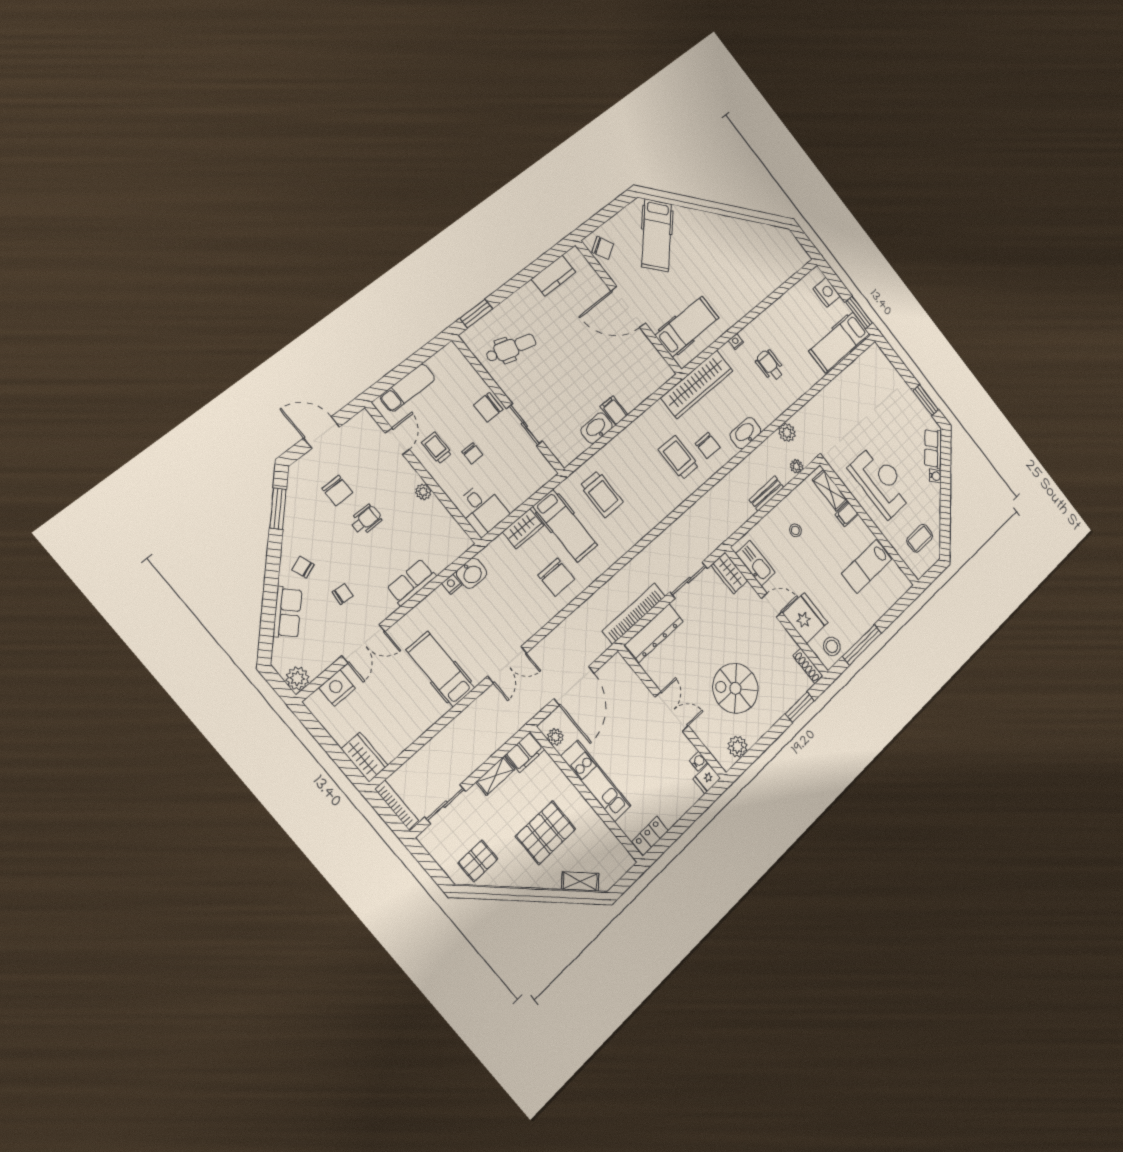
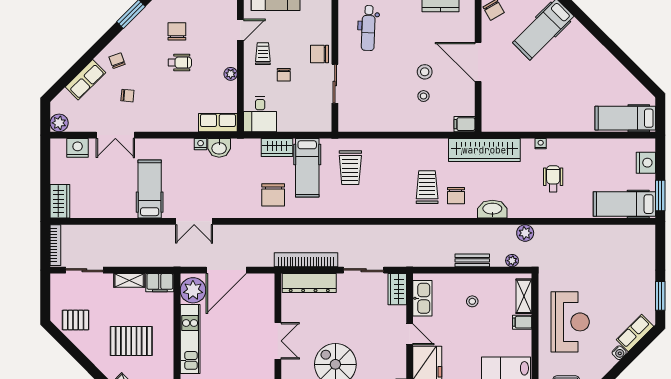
hospital bed: (687, 327) -> (625, 118), moved, turned 180
dental chair: (511, 348) -> (368, 28), turned 77
stool: (592, 352) -> (425, 72), added
stool: (609, 375) -> (424, 96), added
filing cabinet: (614, 411) -> (464, 124), moved, turned -90
washbasin: (596, 428) -> (384, 123), removed
chair: (337, 491) -> (177, 31), turned 180
row of seats: (412, 582) -> (218, 123), moved
plant: (555, 737) -> (193, 290), width x1.87, depth x1.87

